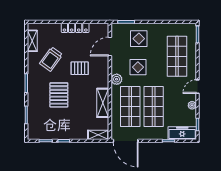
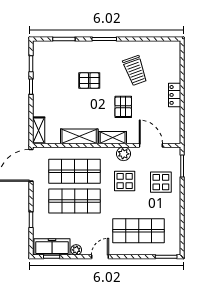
locker: (75, 28) -> (175, 95), width x0.66
shelving: (32, 41) -> (113, 138), moved
trolley: (51, 59) -> (135, 71), turned -146
plant: (117, 79) -> (123, 154), moved
door: (197, 87) -> (100, 257), hinge flipped
pallet: (59, 95) -> (89, 80), width x0.67, depth x0.71
freezer: (182, 133) -> (52, 247), moved, turned -90

